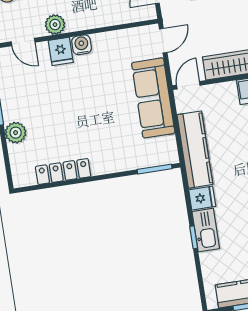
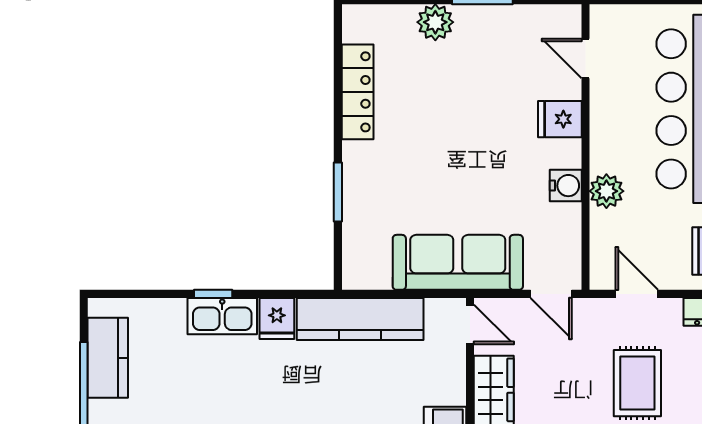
plant: (55, 25) -> (606, 191), moved
door: (23, 42) -> (585, 58), hinge flipped
water cooler: (82, 45) -> (566, 186), moved
window: (155, 169) -> (338, 192), moved

